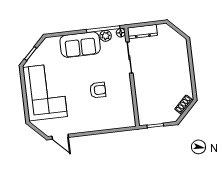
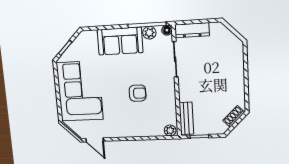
bench: (143, 110) -> (186, 118), added
plant: (129, 122) -> (170, 130), added

